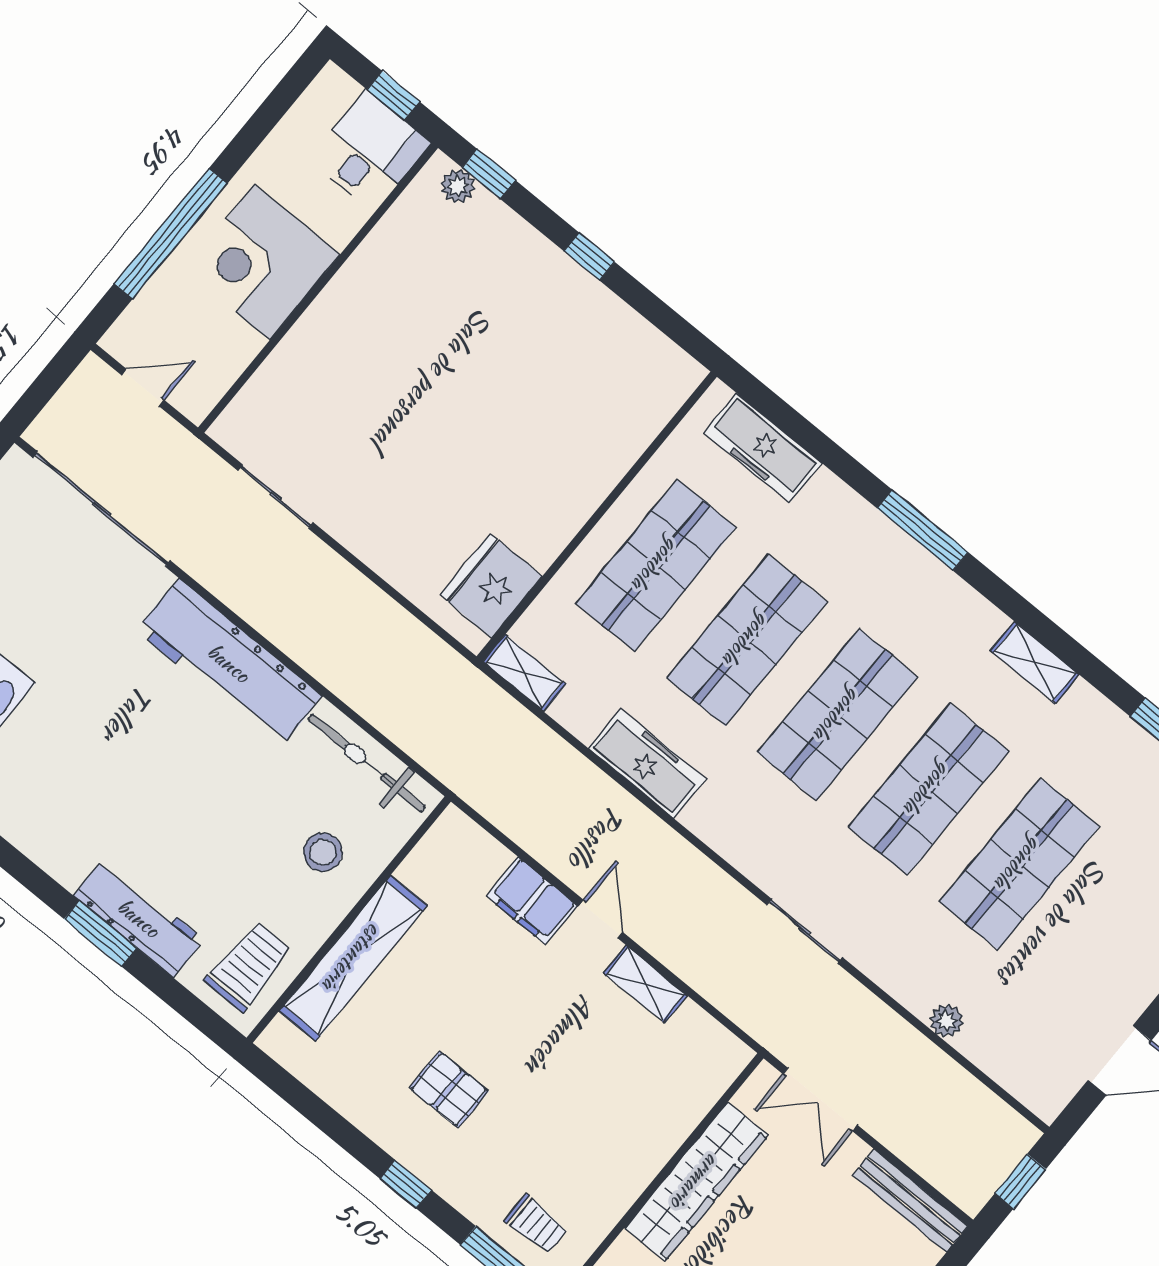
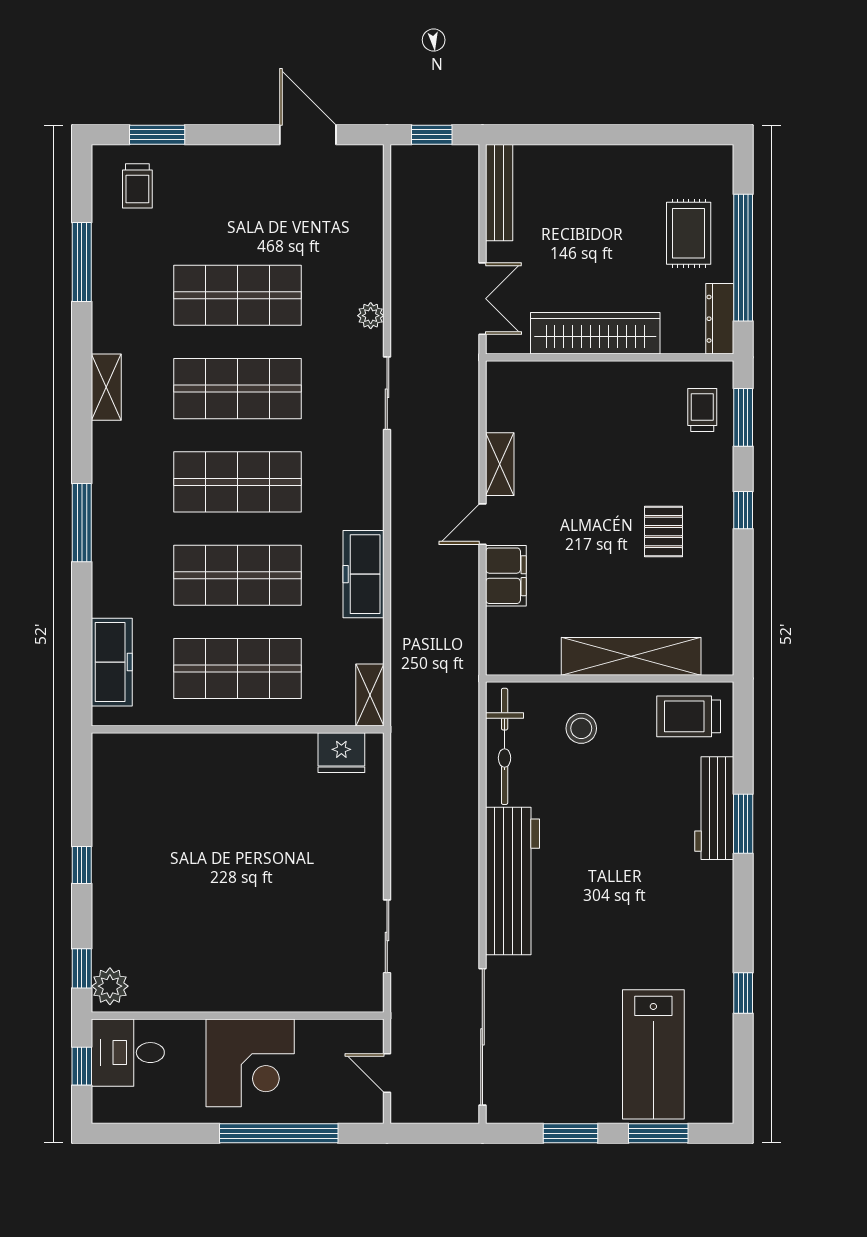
plant: (458, 186) -> (110, 986), width x1.38, depth x1.38
fridge: (491, 586) -> (341, 753), width x0.73, depth x0.75
plant: (946, 1021) -> (371, 316), moved

